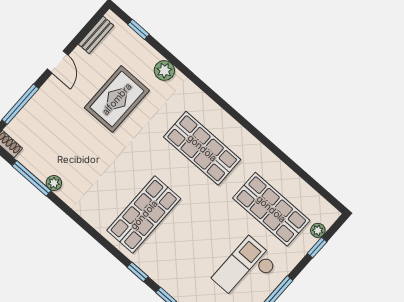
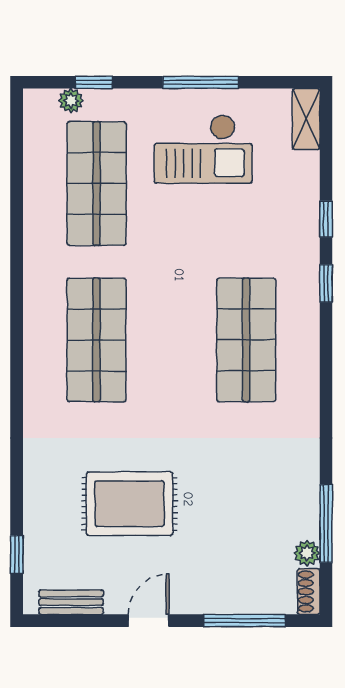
plant: (164, 70) -> (40, 475), removed
plant: (54, 183) -> (307, 553), moved
shop shelf: (144, 215) -> (246, 340), turned 90

